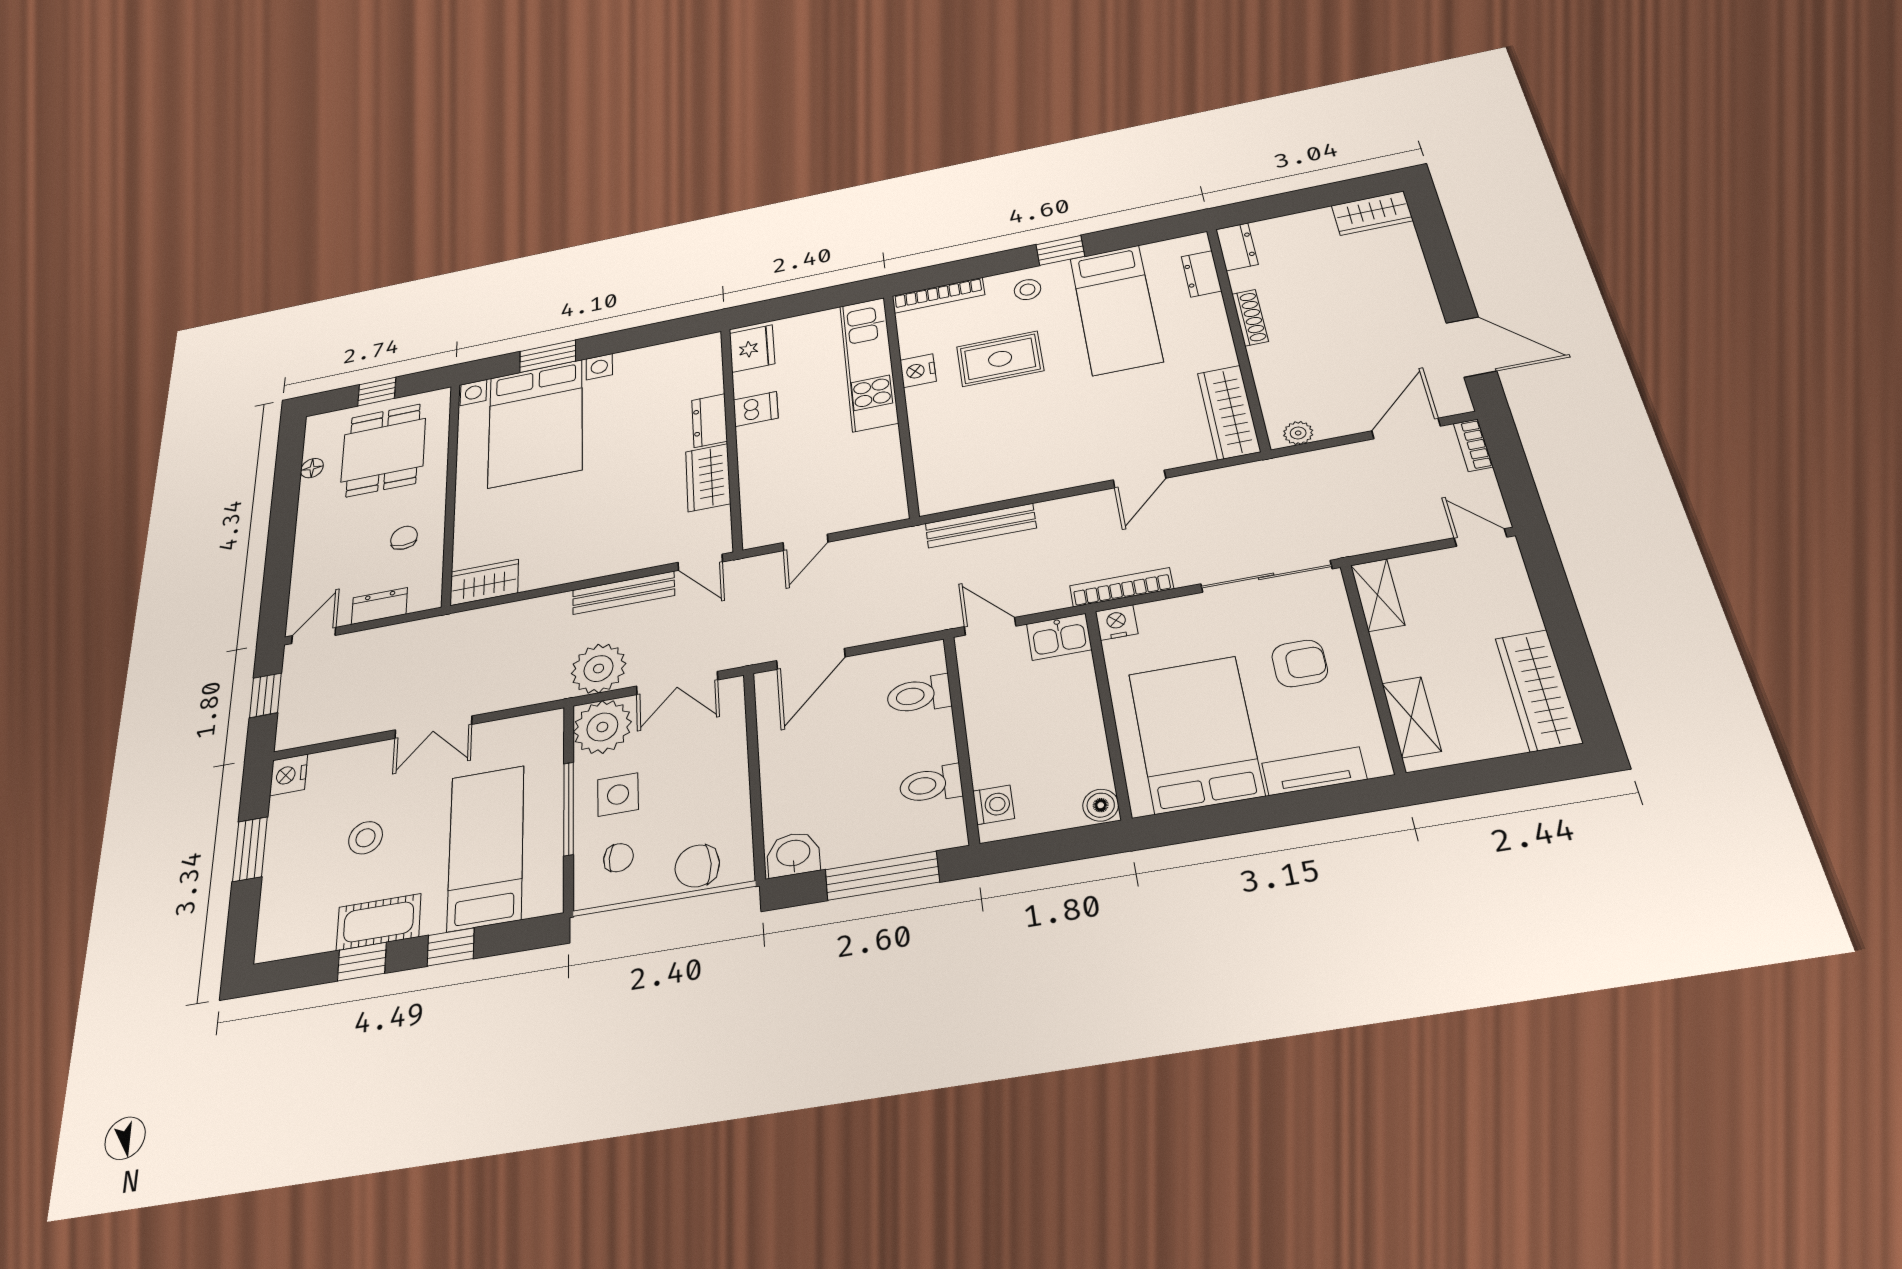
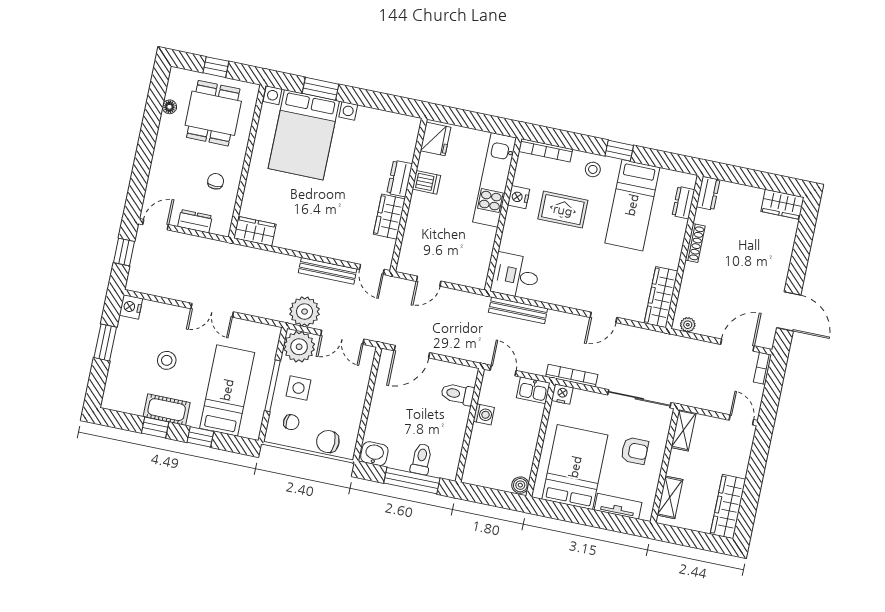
desk: (956, 478) -> (515, 276), added
toilet: (931, 784) -> (421, 459), moved, turned 90
washing machine: (994, 805) -> (484, 414), moved

